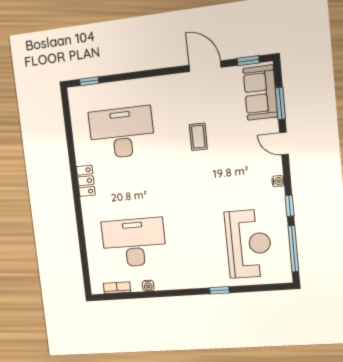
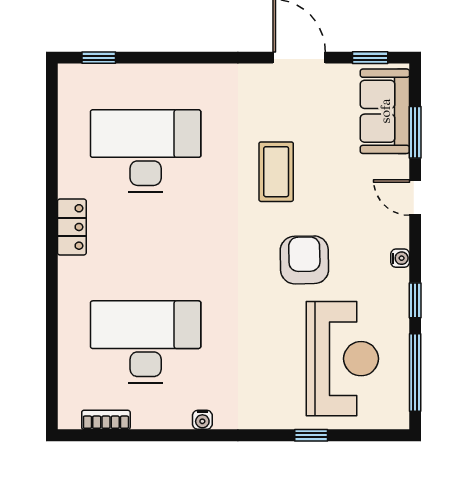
coffee table: (198, 137) -> (276, 172), width x1.36, depth x1.30
armchair: (220, 187) -> (304, 260), added
water cooler: (148, 286) -> (202, 420), moved
window: (219, 290) -> (311, 435), moved

